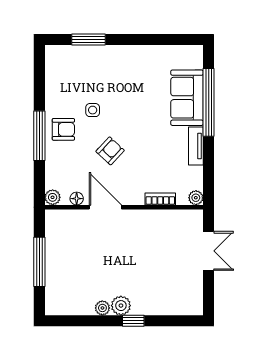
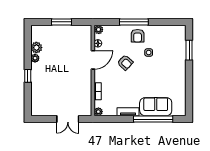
window: (39, 262) -> (62, 22), width x0.69
plant: (121, 306) -> (36, 48), moved

